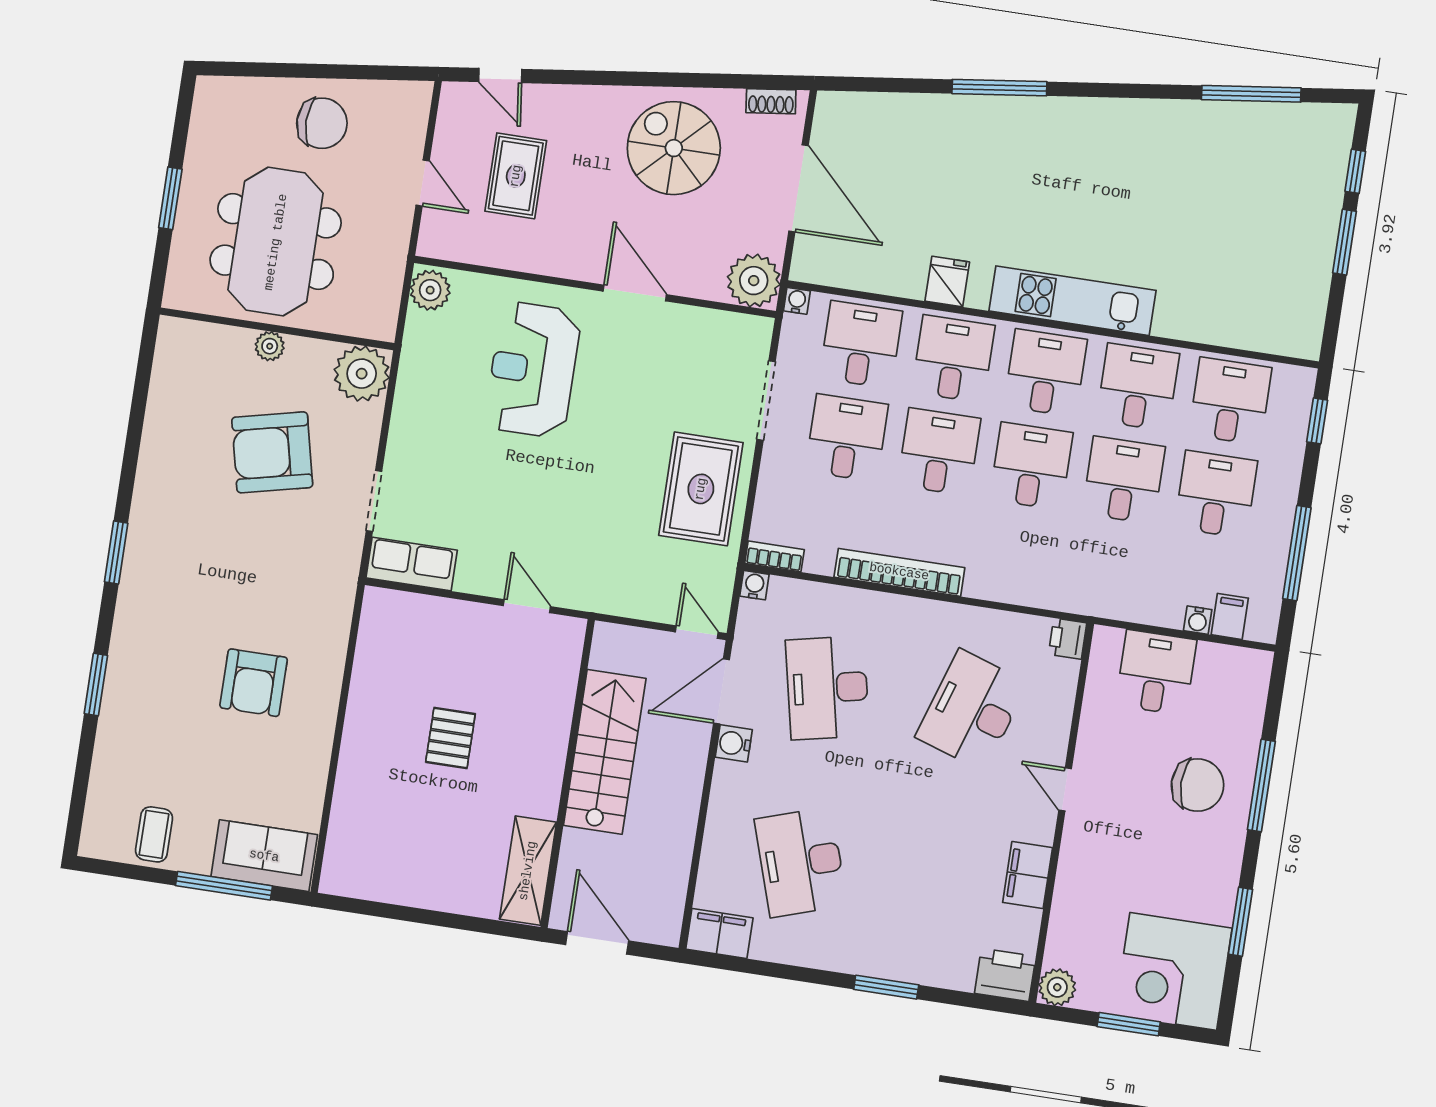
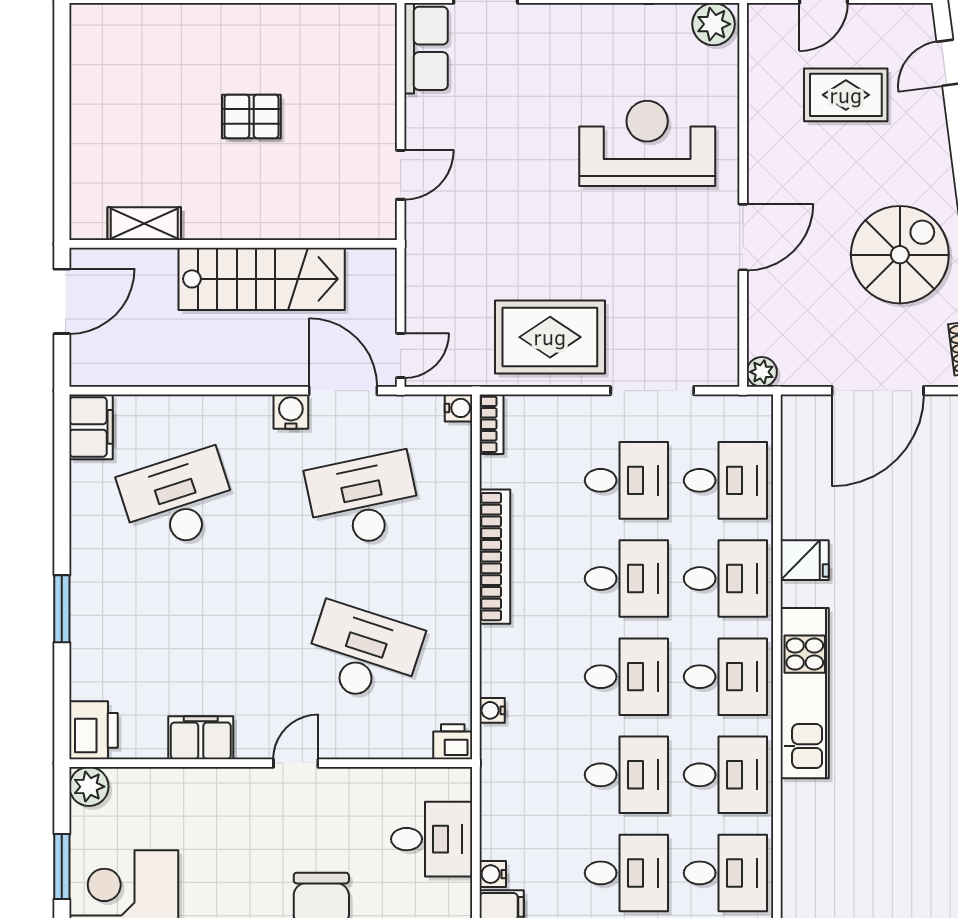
plant: (754, 281) -> (762, 372), width x0.53, depth x0.53
water cooler: (797, 301) -> (492, 710), moved, turned 180
shelving: (528, 871) -> (144, 224), width x0.67, depth x0.75

